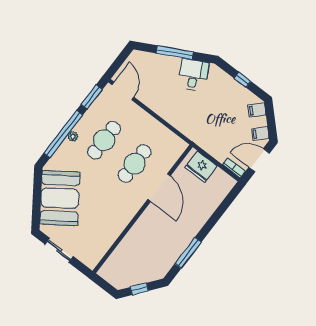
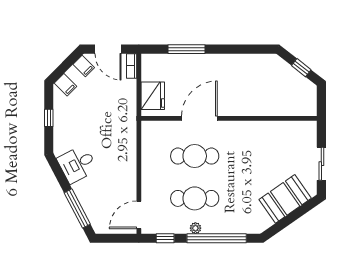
window: (175, 52) -> (77, 208), moved
window: (92, 97) -> (165, 238), width x0.67
plant: (73, 137) -> (195, 228), moved
booth: (60, 198) -> (285, 199), width x0.73, depth x0.70
window: (188, 253) -> (186, 49), moved

